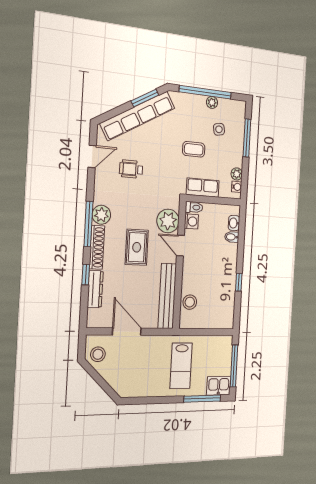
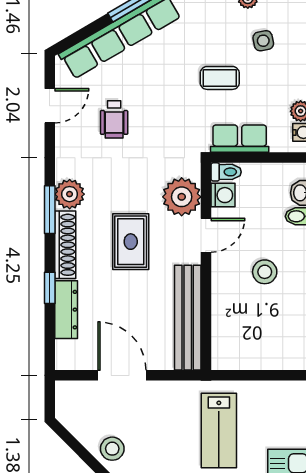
wheelchair: (131, 169) -> (114, 119), turned -90
window: (88, 224) -> (50, 210), width x0.69
door: (180, 246) -> (206, 235), swing flipped
stool: (190, 302) -> (265, 272), moved
stool: (98, 354) -> (112, 449), moved

